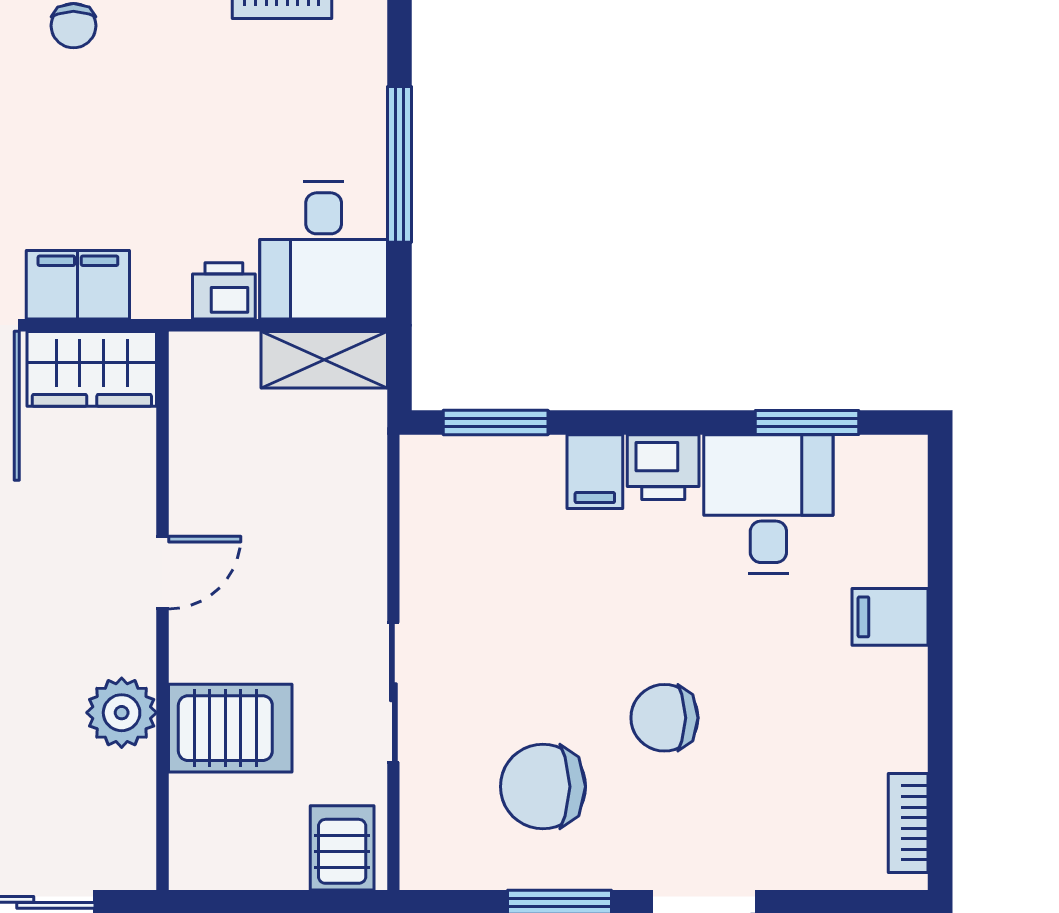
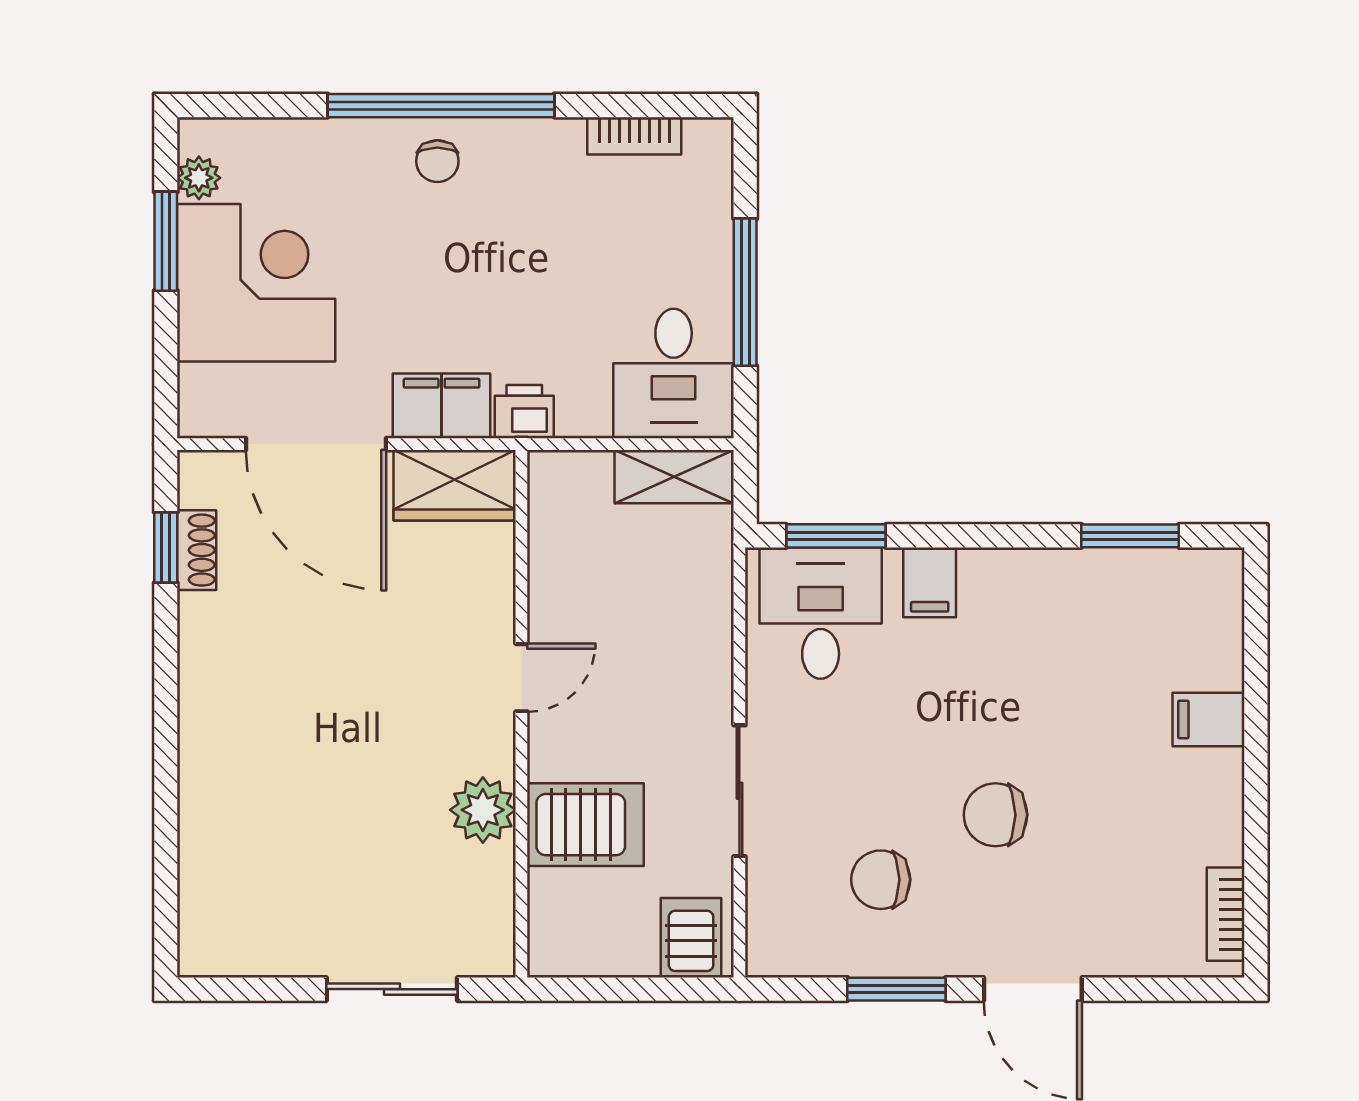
printer: (224, 291) -> (524, 412), moved
printer: (663, 467) -> (994, 578), removed
desk: (768, 504) -> (821, 613), moved
chair: (543, 787) -> (881, 880), width x0.73, depth x0.73

